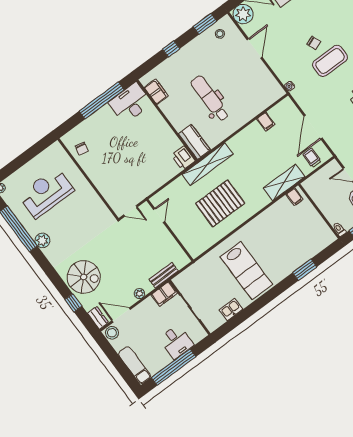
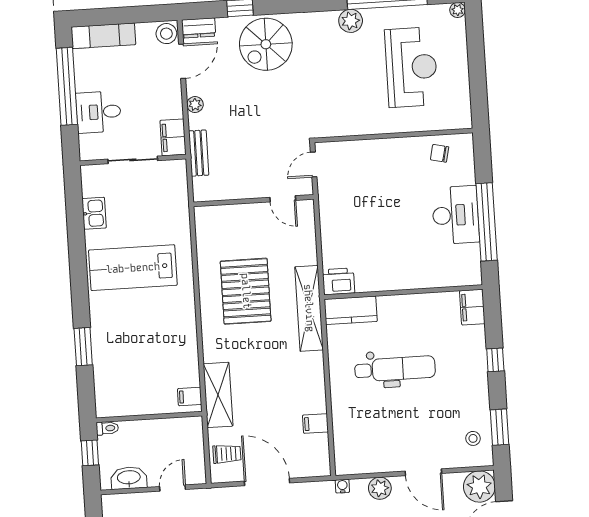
plant: (278, 66) -> (380, 488), added
filing cabinet: (156, 92) -> (472, 307), moved, turned 90
desk: (130, 103) -> (456, 215), moved

